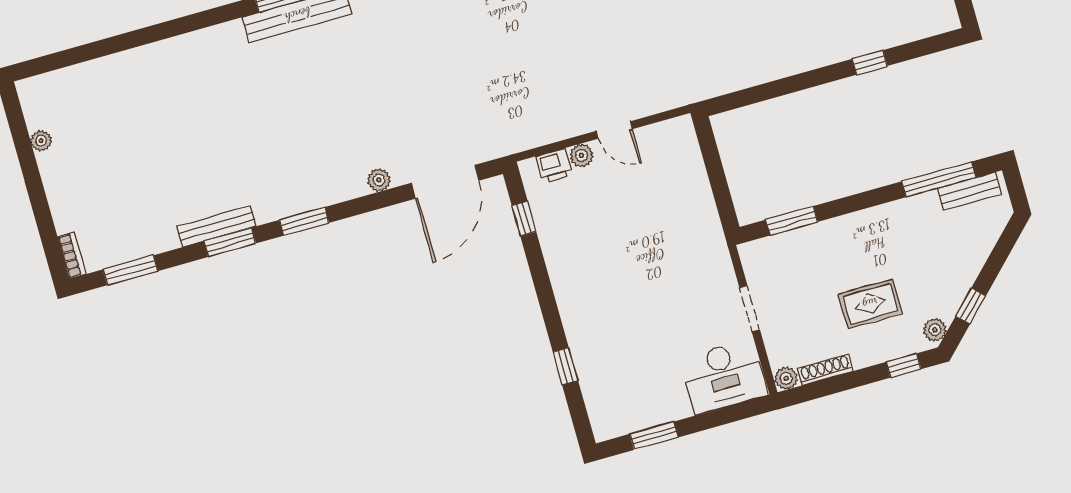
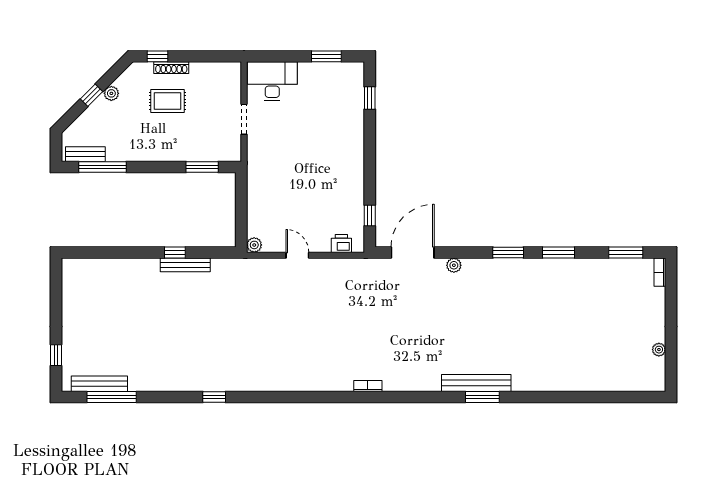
window: (870, 62) -> (175, 253), moved
plant: (581, 155) -> (254, 245), moved
bench: (217, 226) -> (185, 265), moved
window: (971, 306) -> (92, 95), moved
plant: (935, 330) -> (111, 93), moved
window: (565, 366) -> (370, 98), moved
shoe rack: (825, 370) -> (171, 68), moved
plant: (786, 378) -> (233, 69), removed

